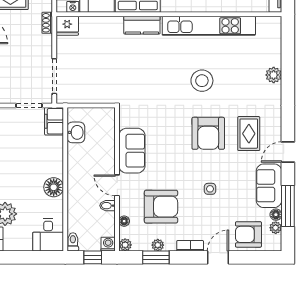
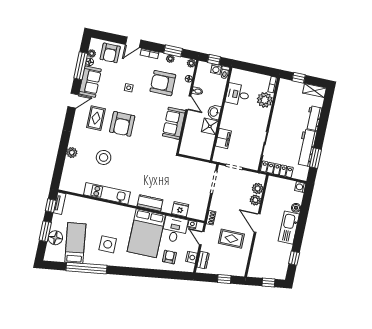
fridge: (67, 26) -> (180, 209), moved
kitchen unit: (209, 26) -> (107, 193), width x0.73
stool: (202, 81) -> (104, 157), moved
filing cabinet: (54, 121) -> (223, 138), moved
washbasin: (76, 132) -> (214, 112), moved
armchair: (208, 133) -> (122, 124), turned 180
shower: (78, 157) -> (210, 126), added
floor lamp: (54, 187) -> (230, 110), removed
armchair: (248, 234) -> (110, 53), turned 90
desk: (48, 235) -> (238, 94), moved, turned -90
washing machine: (108, 244) -> (216, 69), moved

